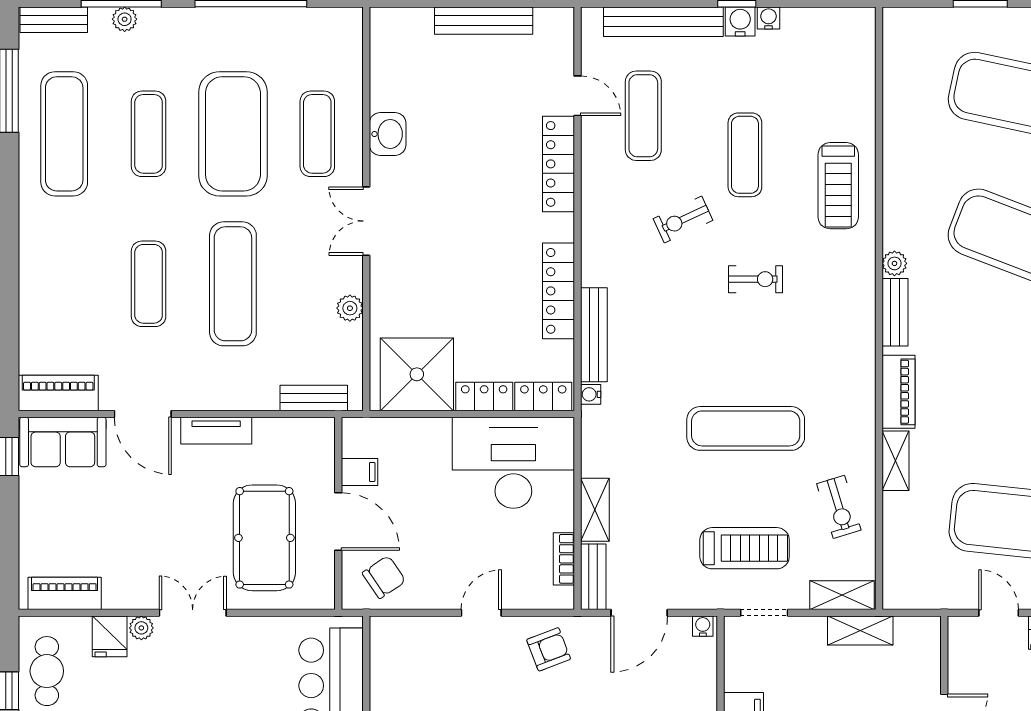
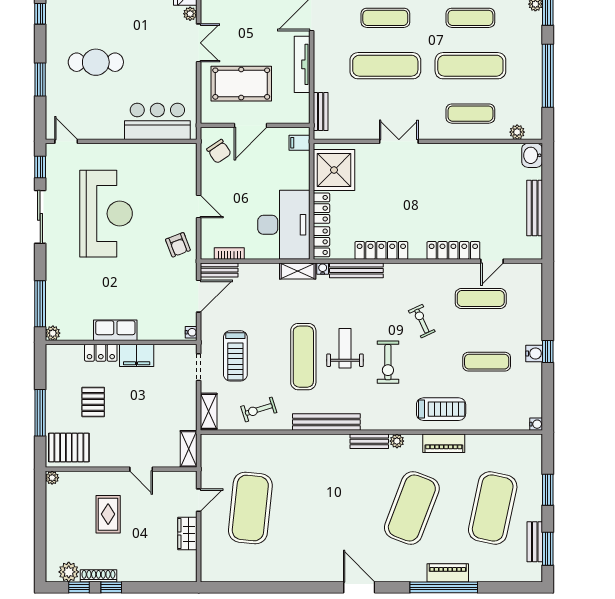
water cooler: (769, 18) -> (536, 424), moved
bench: (663, 22) -> (326, 422), moved, turned 90
exercise mat: (233, 134) -> (470, 66), width x0.68
washbasin: (388, 134) -> (532, 155), moved, turned 90
exercise mat: (745, 155) -> (487, 362), moved
treadmill: (838, 186) -> (441, 409), turned 180
double door: (366, 221) -> (399, 141), moved
exercise bike: (755, 279) -> (388, 362), width x1.38, depth x1.39
plant: (350, 308) -> (517, 132), moved
weight bench: (731, 355) -> (345, 348), added
piano: (898, 392) -> (444, 443), moved
tv unit: (216, 431) -> (302, 64), width x1.41
shelving: (895, 461) -> (285, 442), removed
filing cabinet: (360, 472) -> (299, 143), moved, turned 90
shelving: (595, 510) -> (298, 271), moved
door: (639, 613) -> (199, 296), swing flipped
shelving: (860, 631) -> (189, 449), moved

